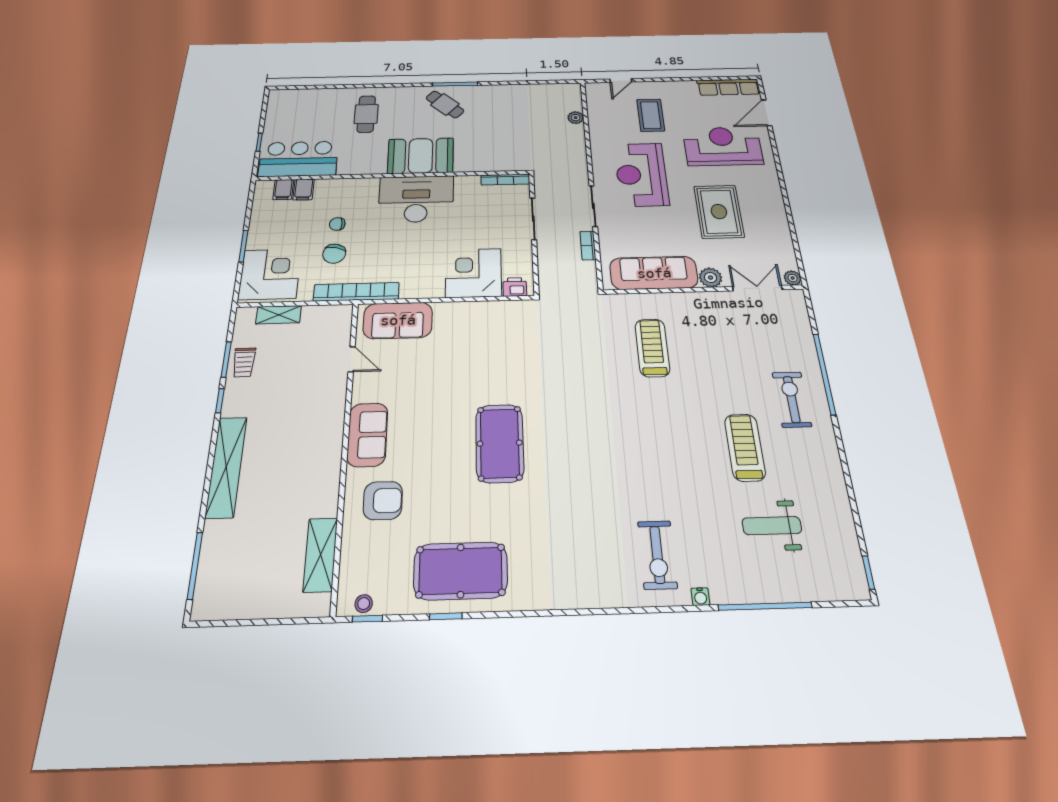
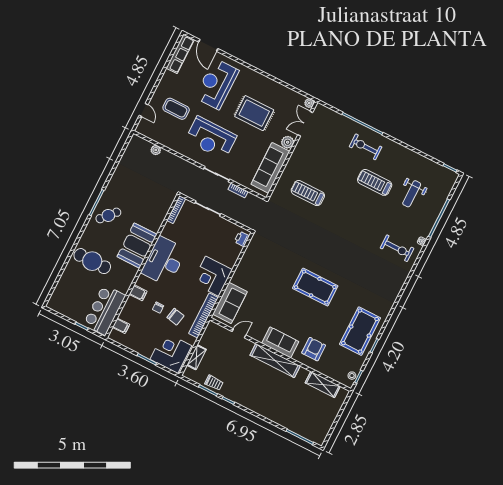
cafe table: (366, 114) -> (92, 261), width x1.37, depth x1.35
filing cabinet: (304, 189) -> (138, 293), moved
corner desk: (473, 273) -> (212, 276), moved
shelving: (226, 467) -> (275, 361), moved

